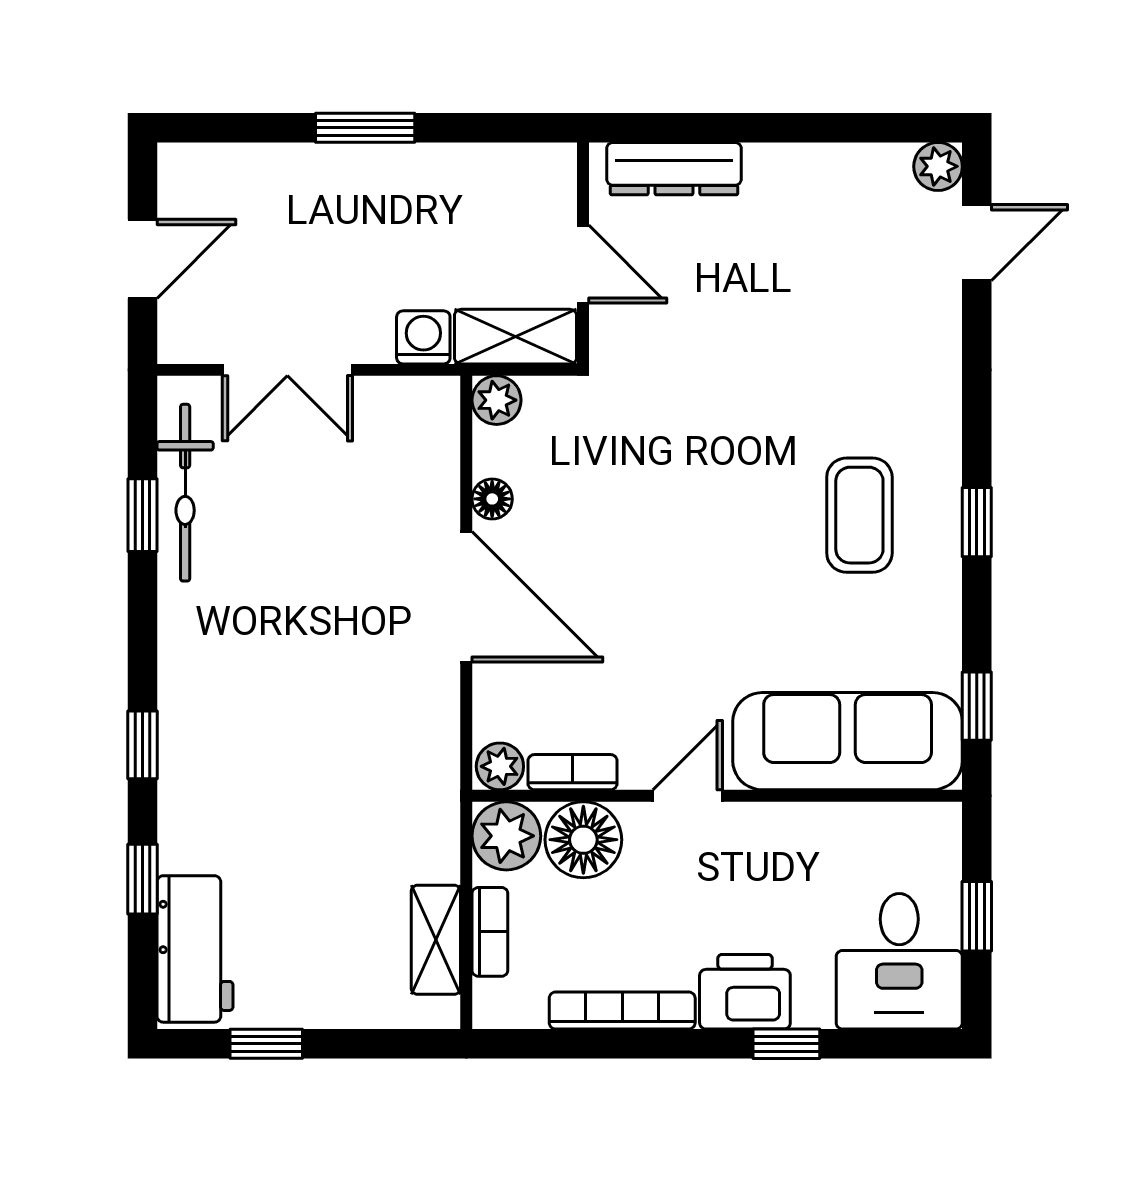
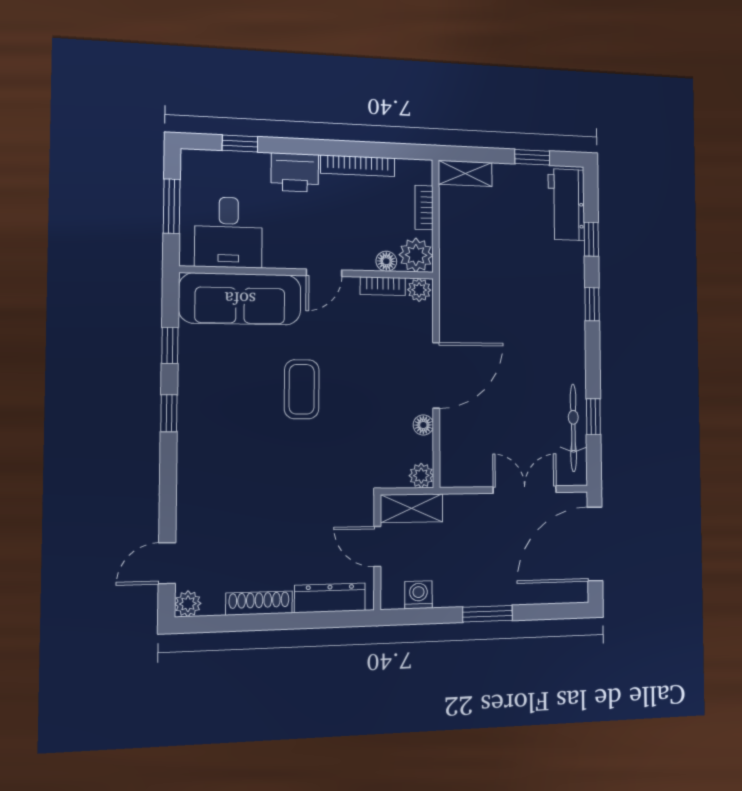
shoe rack: (807, 163) -> (259, 603), added
door: (142, 259) -> (595, 544), width x1.88
washing machine: (423, 337) -> (418, 595), moved, turned 180
coffee table: (859, 515) -> (302, 389), moved
door: (466, 597) -> (436, 375), swing flipped
window: (977, 706) -> (170, 345), moved
floor lamp: (583, 840) -> (386, 261), width x0.53, depth x0.53
window: (977, 916) -> (172, 206), width x1.50
shelving: (436, 940) -> (465, 173), moved, turned 90
desk: (899, 961) -> (229, 232), moved, turned 180
window: (786, 1044) -> (240, 144), moved

